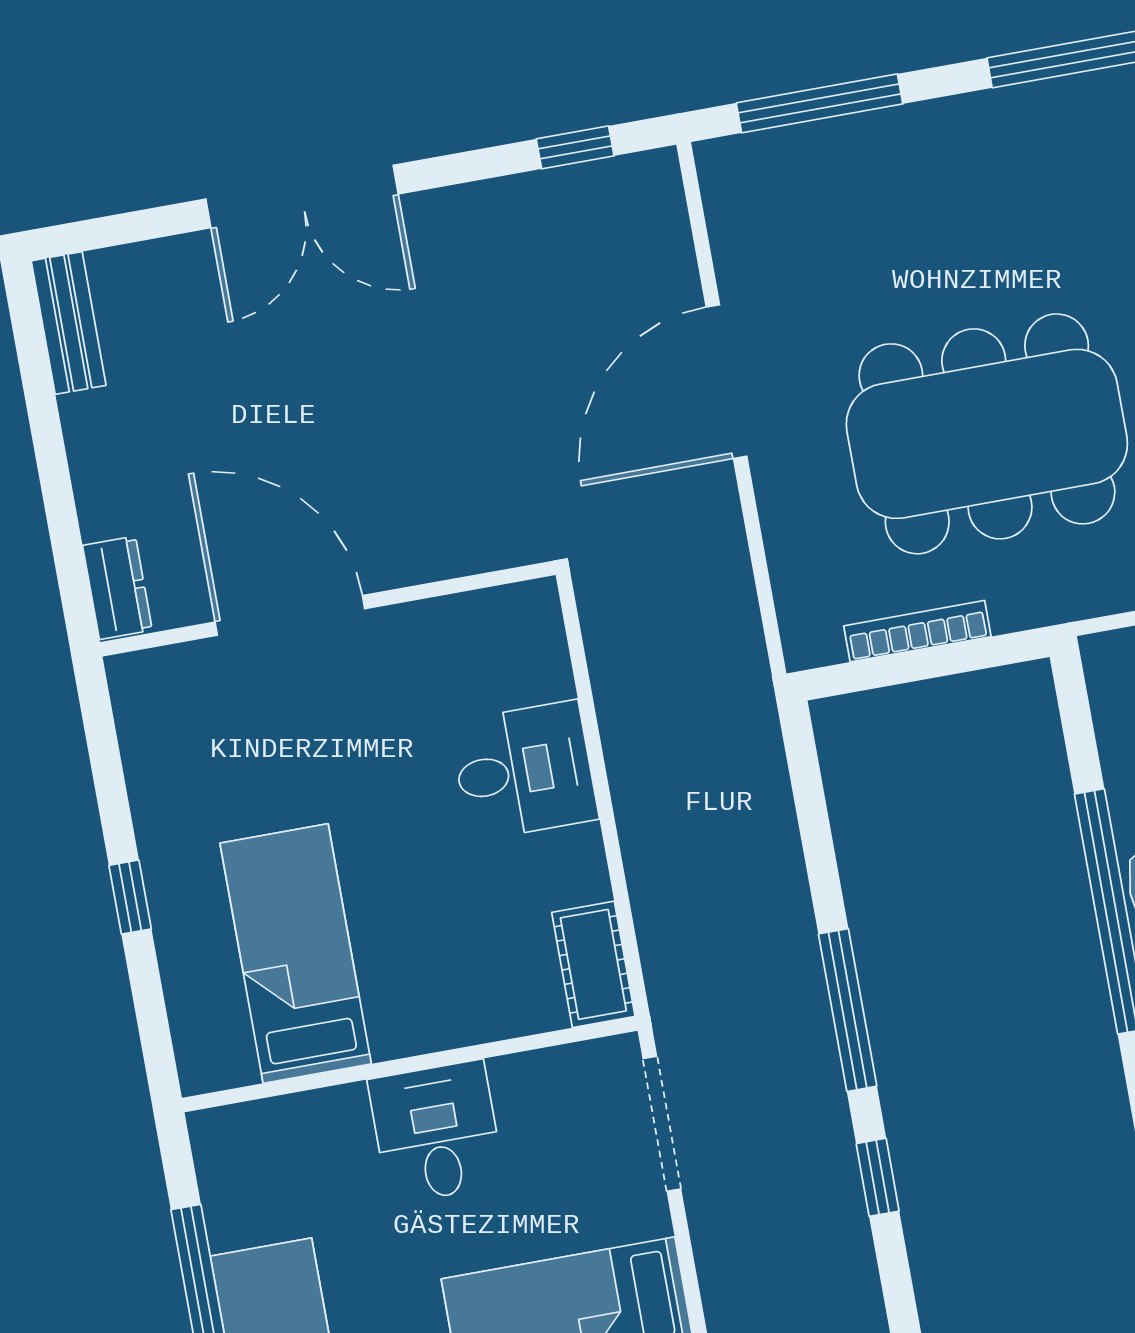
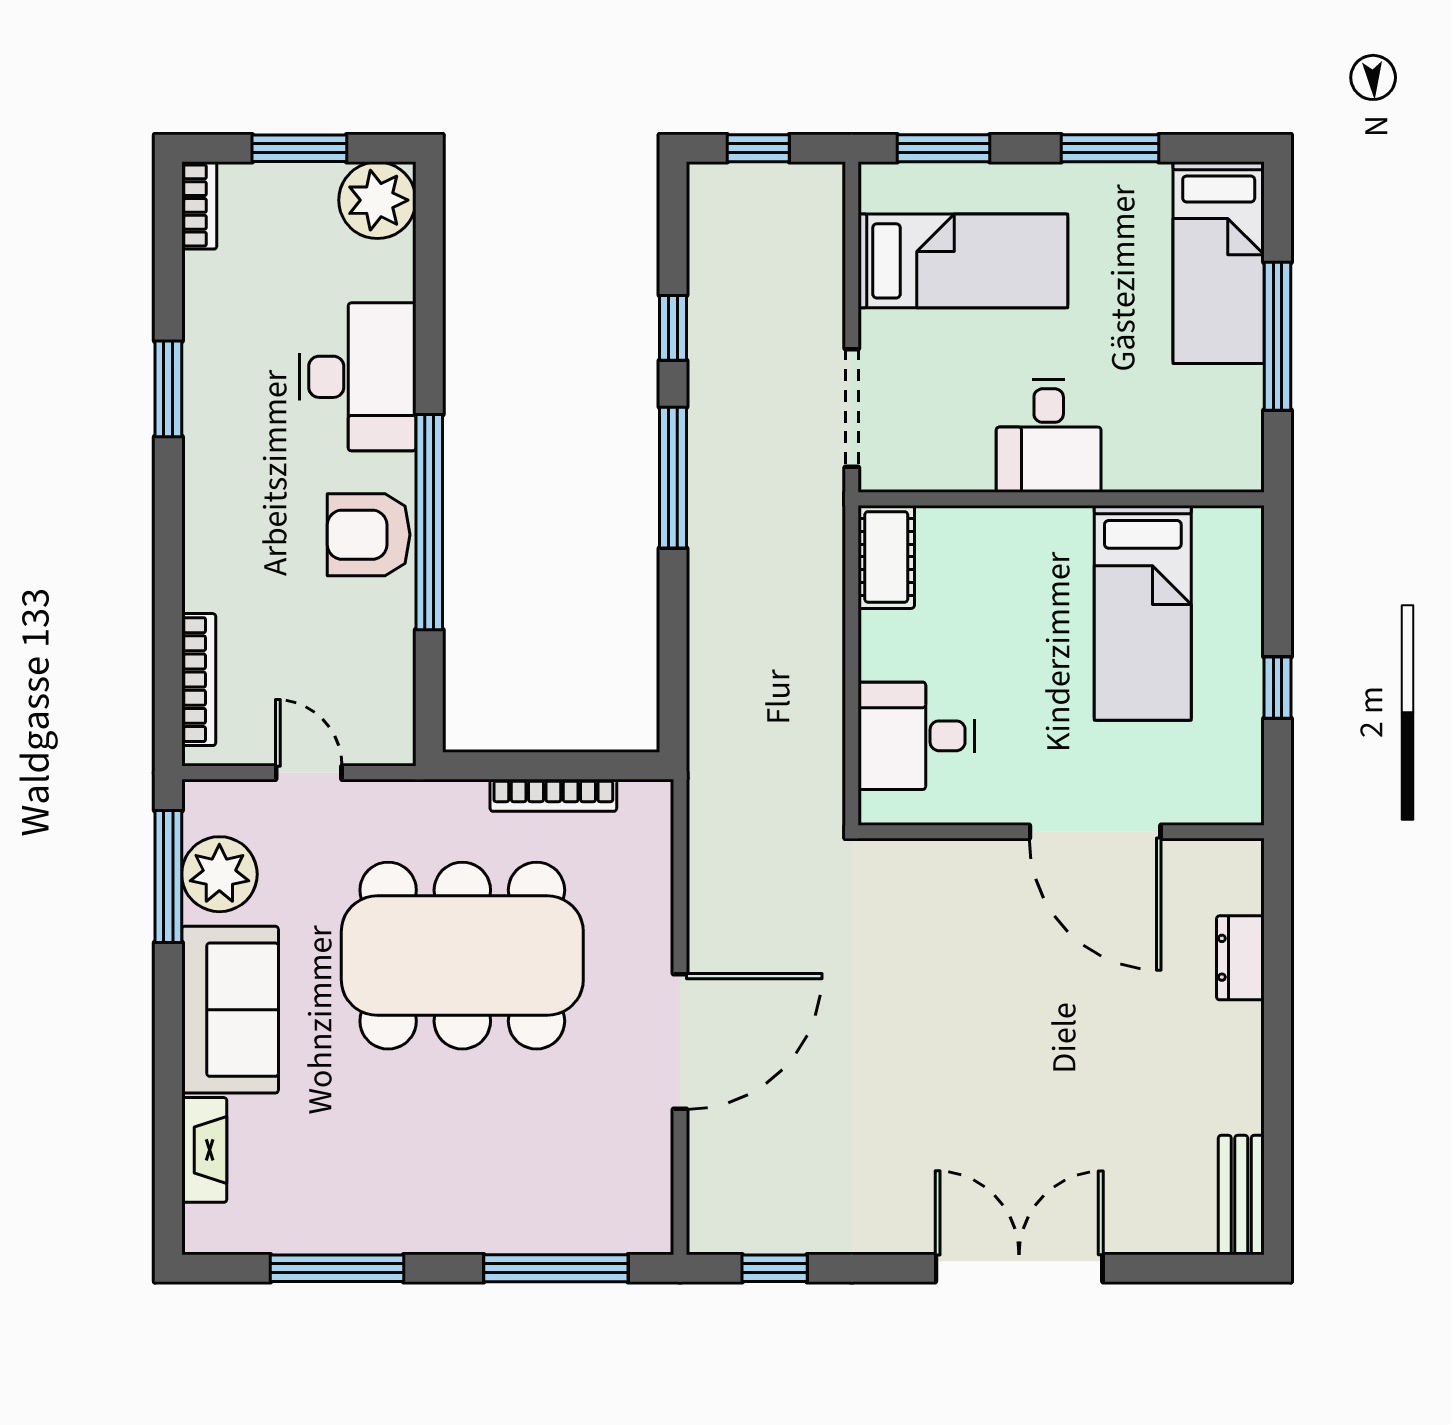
wall: (328, 609) -> (1061, 832), moved
door: (290, 615) -> (1095, 832), moved

